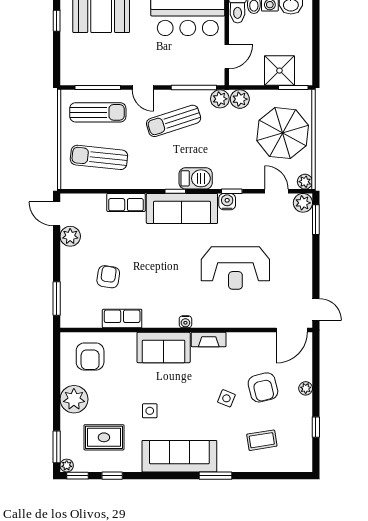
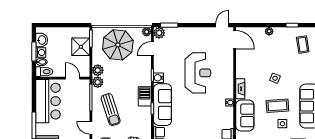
door: (143, 88) -> (91, 128), swing flipped
armchair: (263, 387) -> (269, 57), removed
coffee table: (180, 402) -> (277, 106), added
coffee table: (262, 440) -> (303, 45), moved

